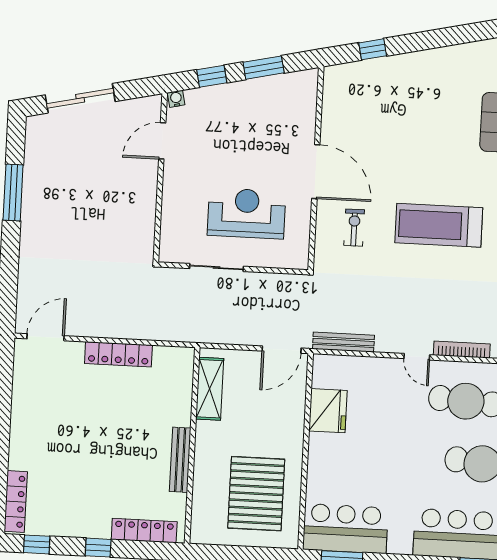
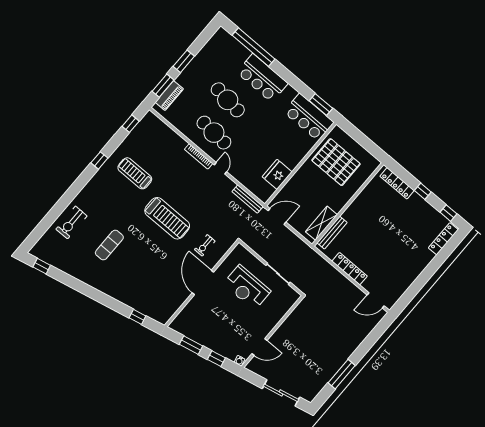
bench: (180, 460) -> (332, 233), moved
pallet: (256, 494) -> (336, 162), turned 90

